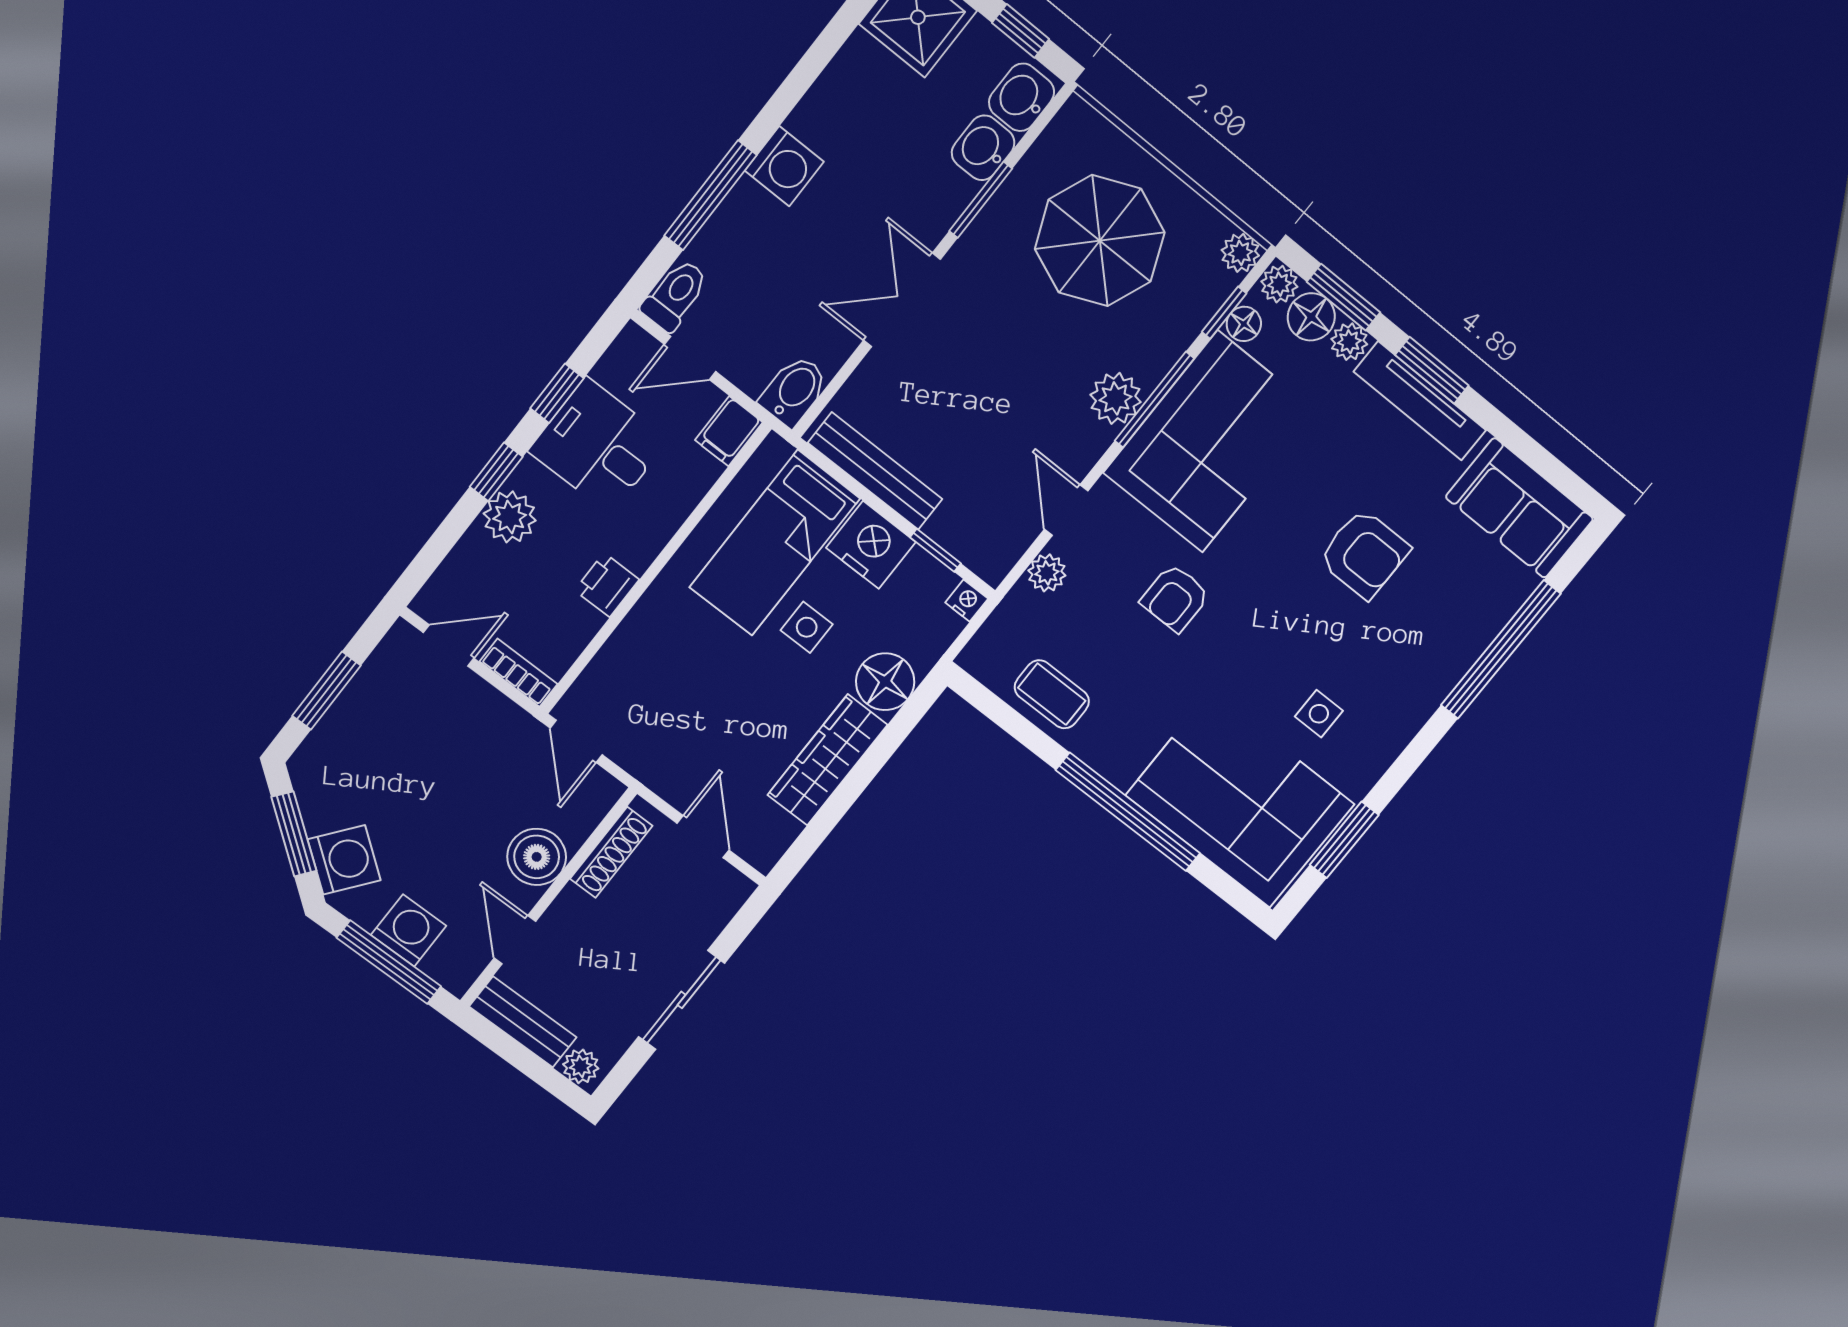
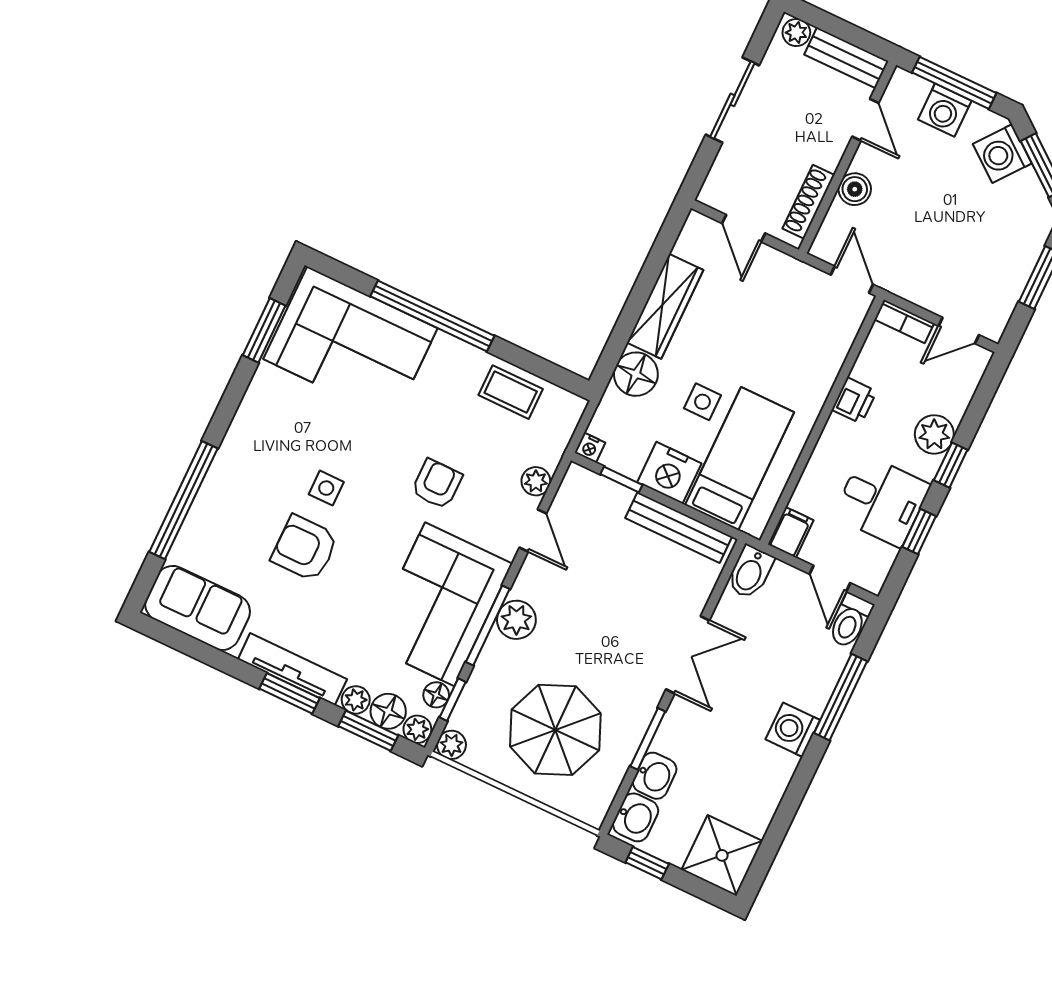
door: (690, 358) -> (830, 578), swing flipped
side table: (1319, 714) -> (326, 488), moved
boiler: (537, 857) -> (855, 189), width x0.73, depth x0.73

